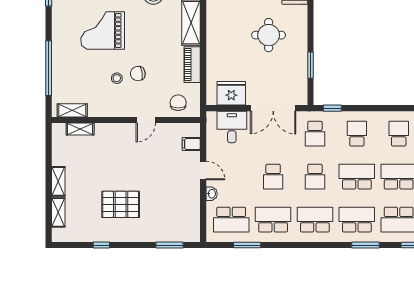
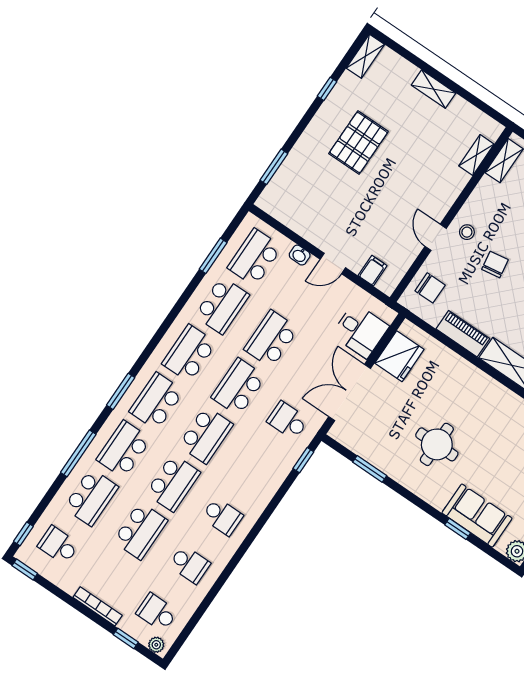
stool: (117, 78) -> (467, 232), moved
school desk: (357, 134) -> (255, 468), removed
school desk: (273, 177) -> (271, 339), width x1.85
school desk: (315, 177) -> (239, 387), width x1.85
shelving: (58, 212) -> (365, 56), moved, turned 90
school desk: (315, 220) -> (189, 353), turned 180
school desk: (357, 220) -> (157, 401), turned 180

